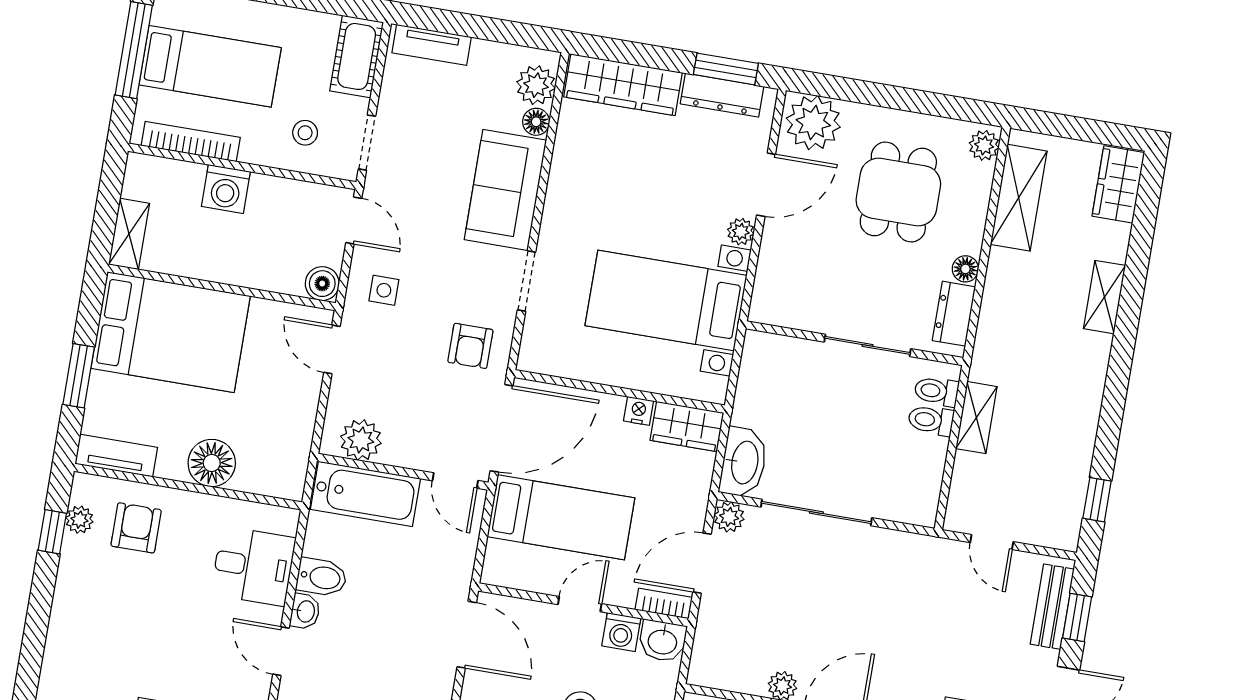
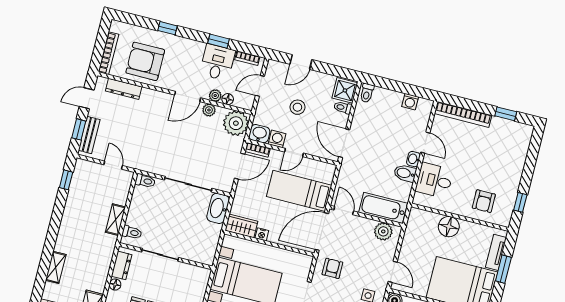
toilet: (931, 420) -> (145, 181), moved
tv unit: (116, 456) -> (496, 252), moved, turned 90
plant: (729, 517) -> (236, 123), moved, width x1.87, depth x1.87
plant: (79, 520) -> (508, 207), removed

